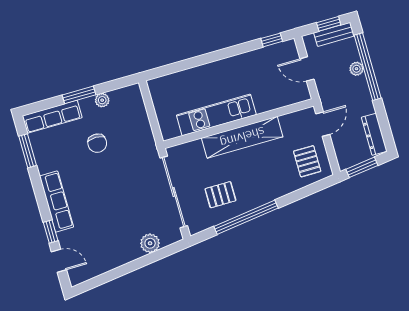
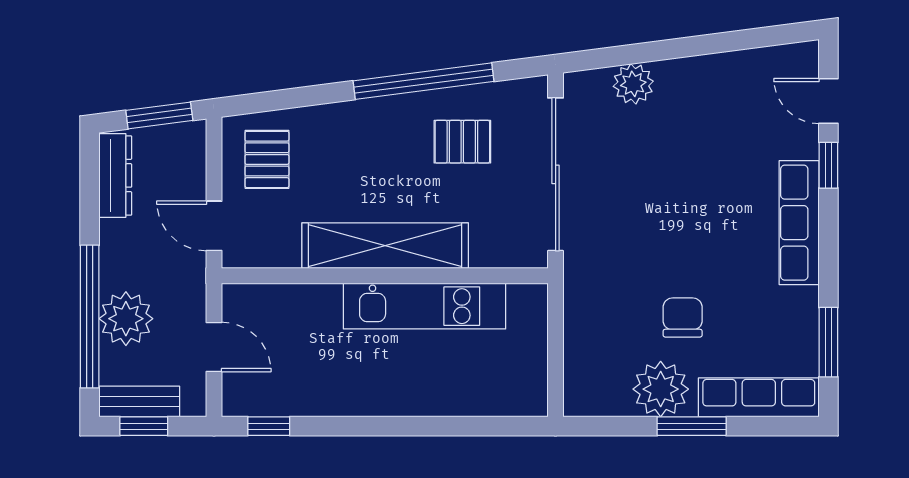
plant: (357, 69) -> (126, 319), width x1.88, depth x1.88
plant: (102, 100) -> (661, 389), width x1.88, depth x1.88
door: (323, 124) -> (214, 226), hinge flipped

